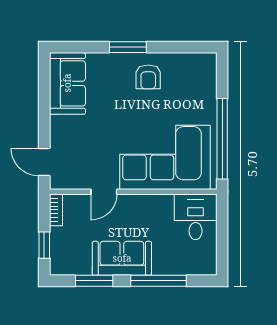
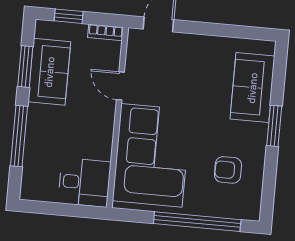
armchair: (148, 77) -> (228, 170), moved
sofa: (67, 83) -> (252, 88), moved, turned 90
window: (222, 139) -> (197, 222), moved
sofa: (122, 258) -> (49, 72), moved

